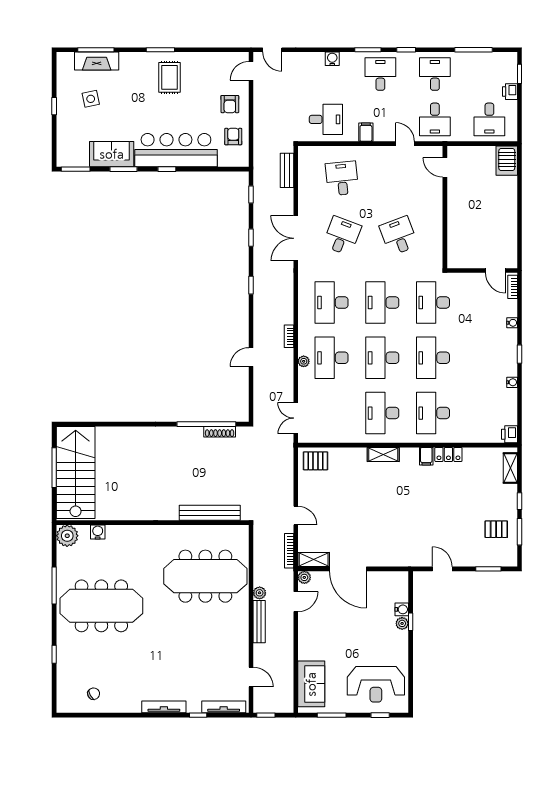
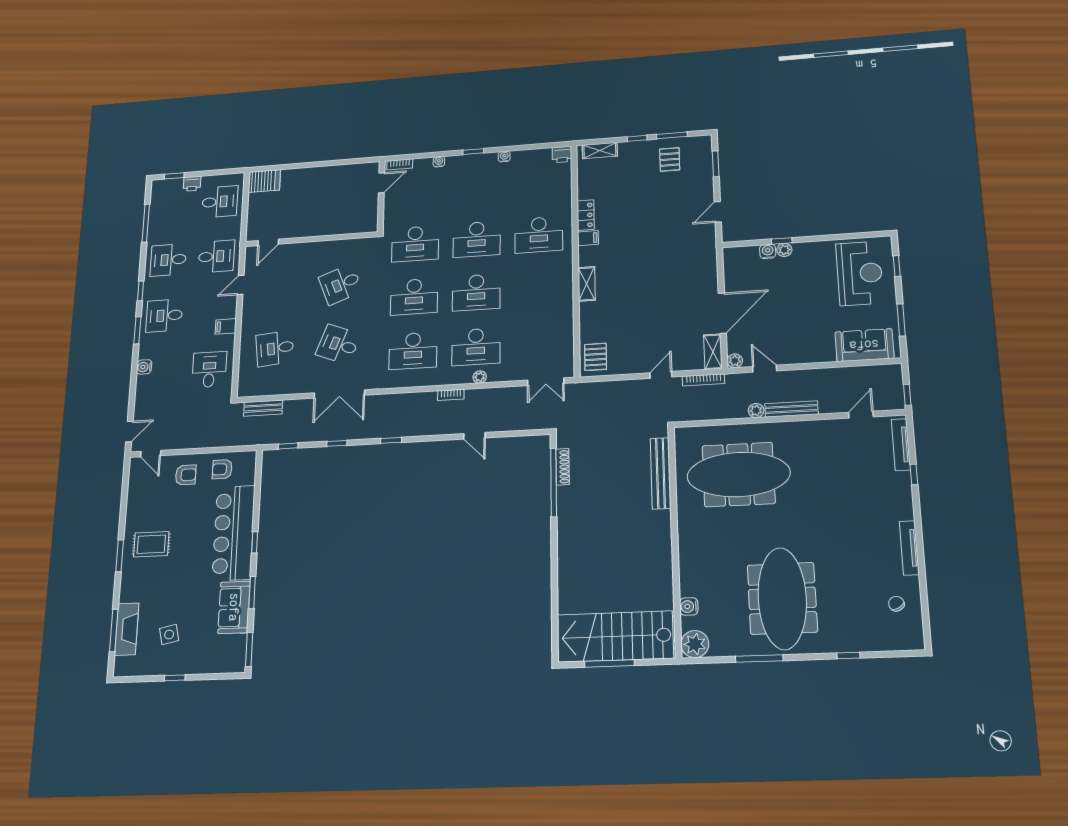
desk: (382, 413) -> (539, 288), removed
meeting table: (205, 576) -> (739, 475), turned 90
tv unit: (164, 707) -> (909, 548), moved

